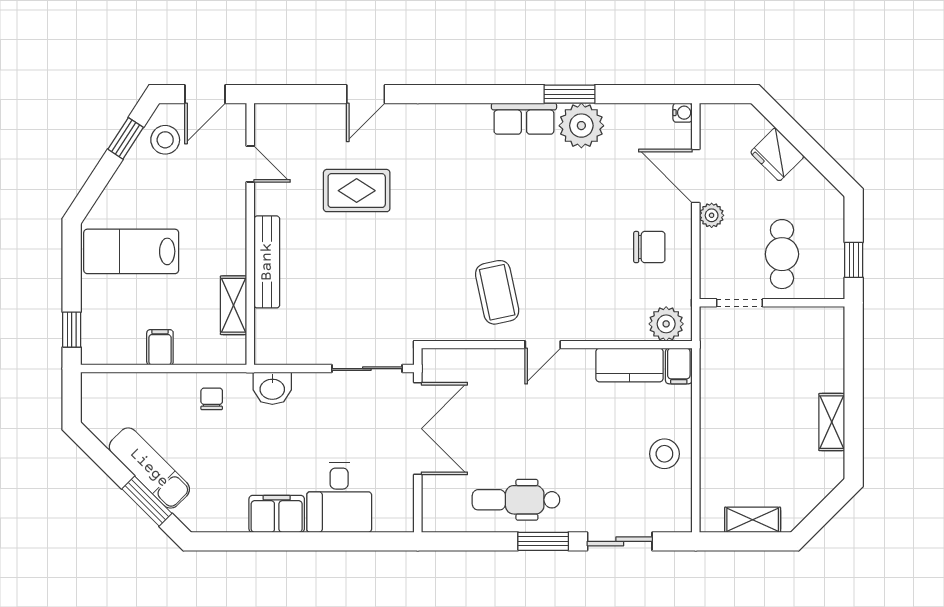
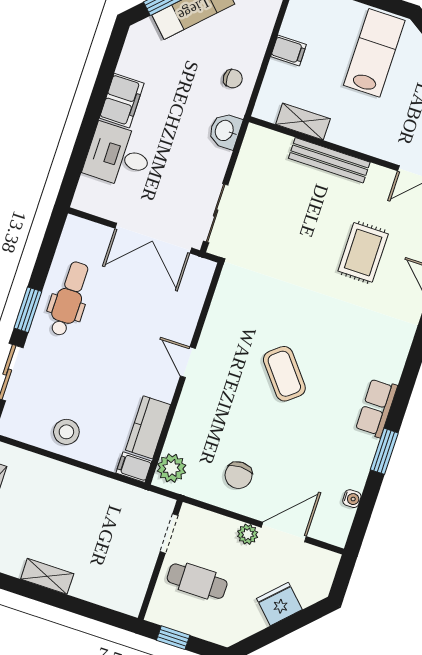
water cooler: (683, 113) -> (352, 499), moved, turned -90
plant: (581, 126) -> (356, 453), removed
coffee table: (497, 292) -> (284, 374), moved, turned 63

